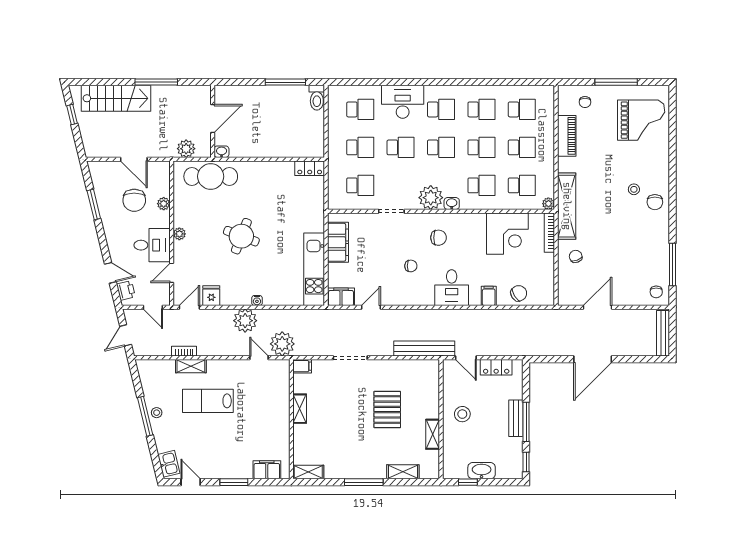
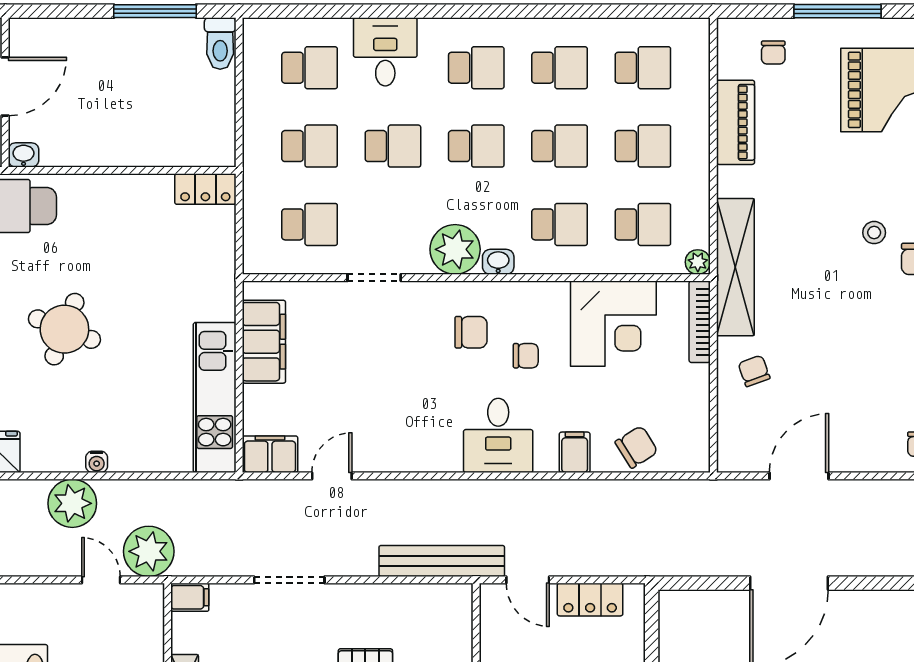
desk: (403, 102) -> (385, 52), width x0.73
chair: (411, 266) -> (526, 356), moved

